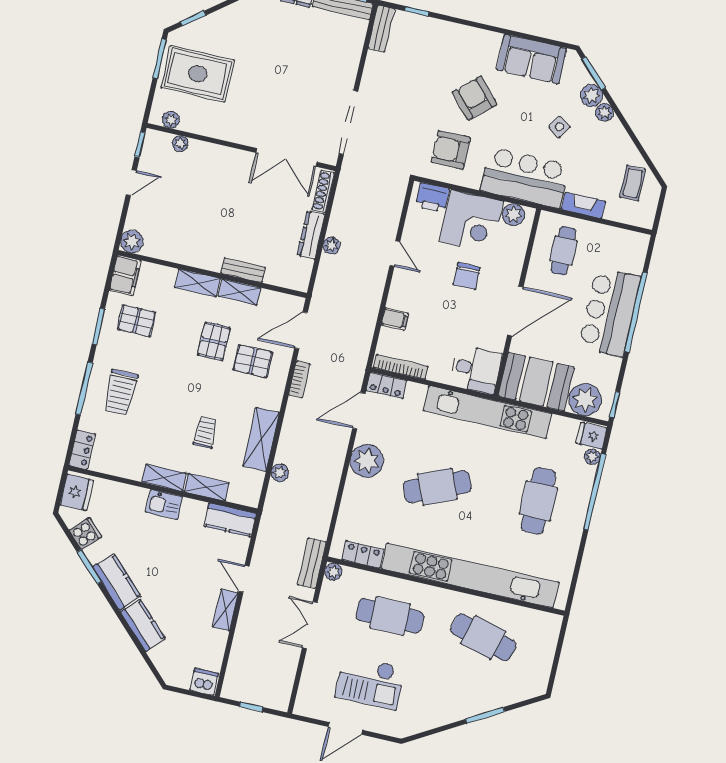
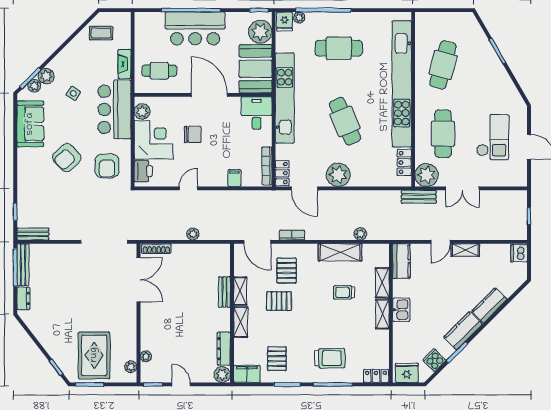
plant: (604, 112) -> (34, 86), moved
dresser: (311, 235) -> (224, 349), moved, turned 90
plant: (333, 572) -> (427, 175), width x1.87, depth x1.87

